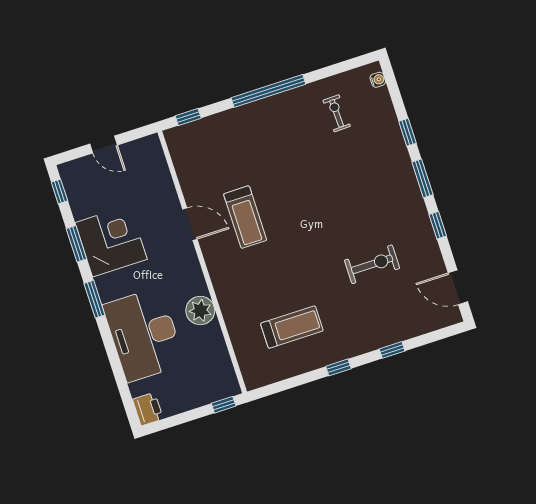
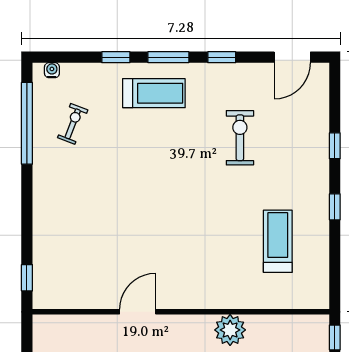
window: (268, 91) -> (27, 123), moved
exercise bike: (337, 113) -> (73, 124), turned 113
treadmill: (245, 217) -> (154, 93), moved

